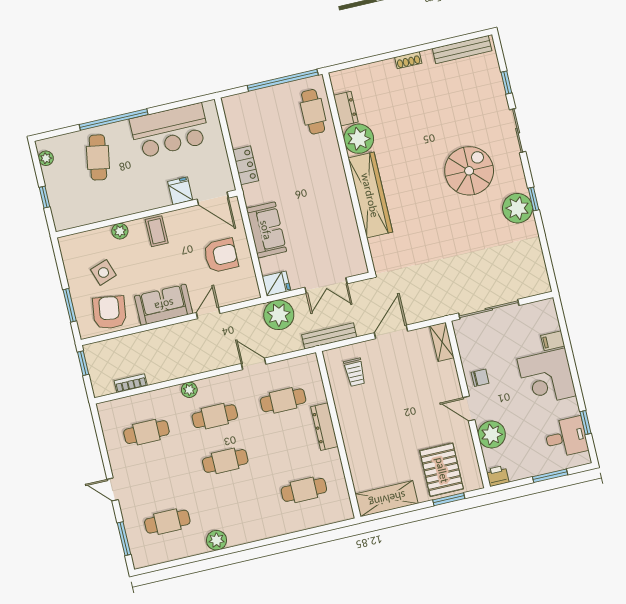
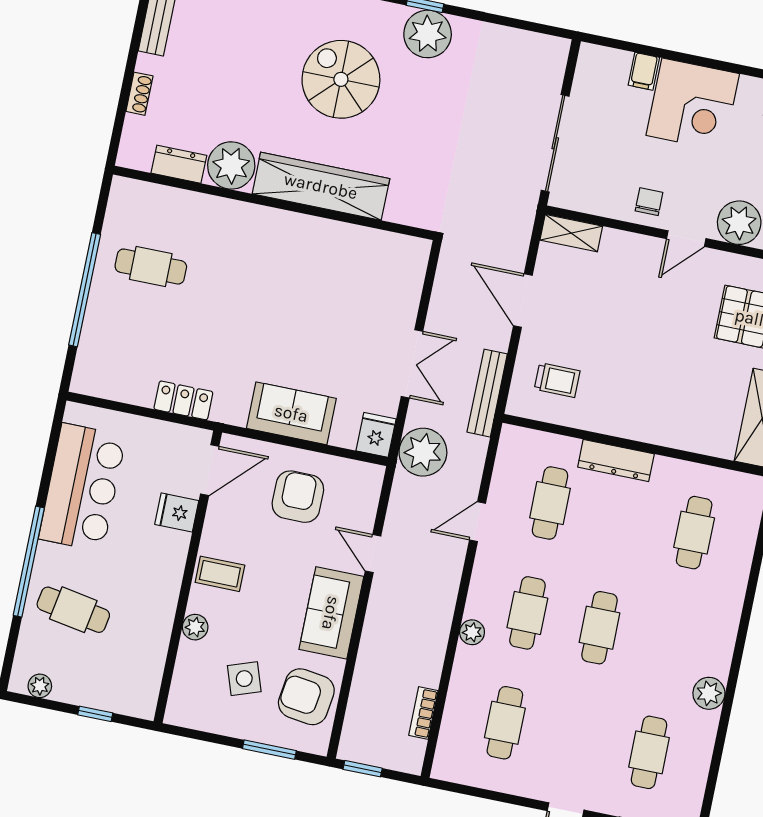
dresser: (346, 109) -> (179, 164), moved
plant: (359, 139) -> (231, 165), moved
wall: (348, 173) -> (274, 203), moved
wardrobe: (370, 195) -> (321, 186), moved

